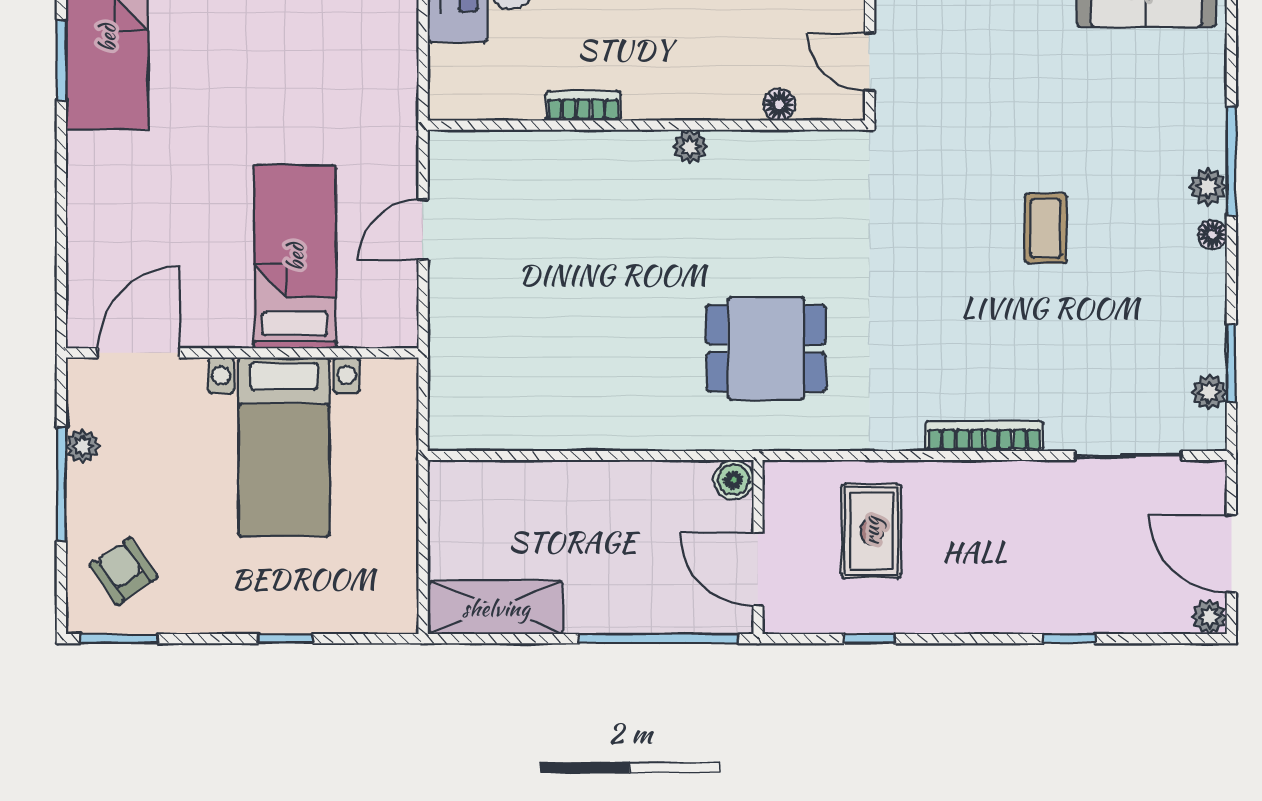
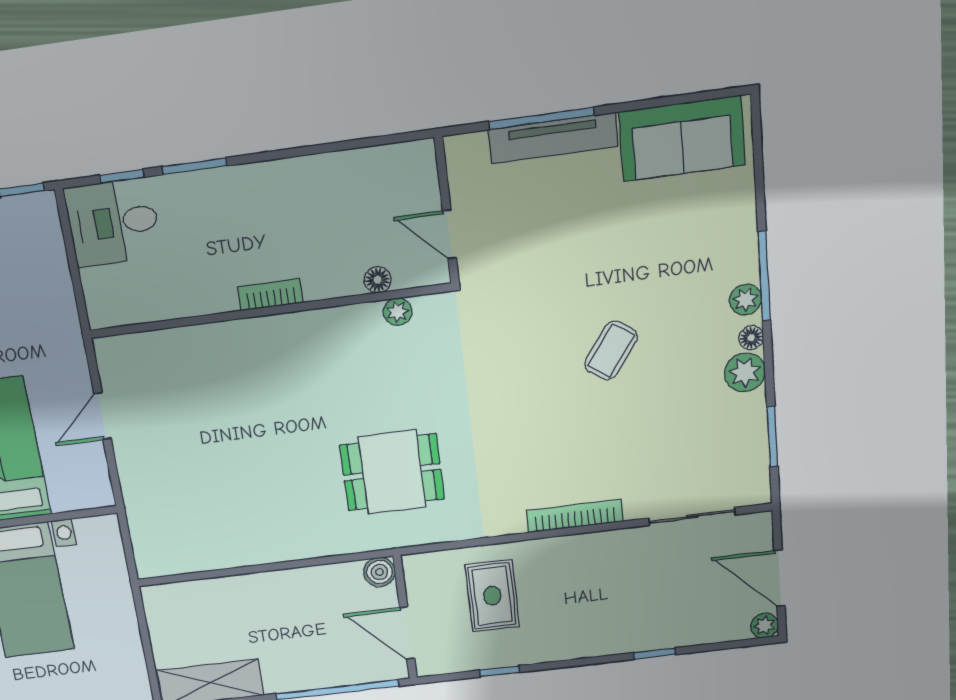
bookcase: (583, 106) -> (271, 295), moved
plant: (690, 147) -> (398, 312), moved
coffee table: (1046, 228) -> (611, 351), turned 35
plant: (1209, 392) -> (745, 372), moved, width x1.38, depth x1.38

